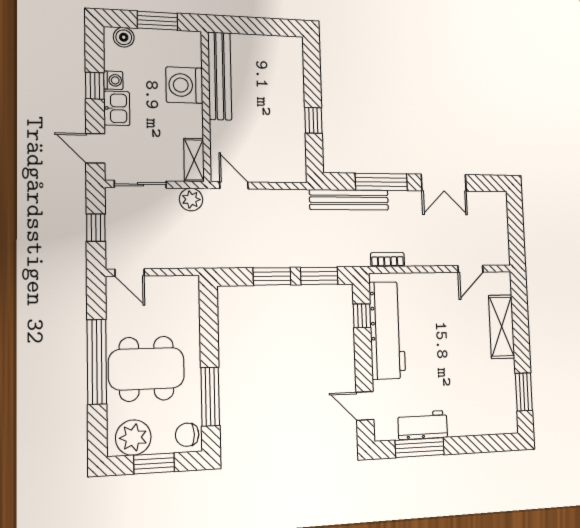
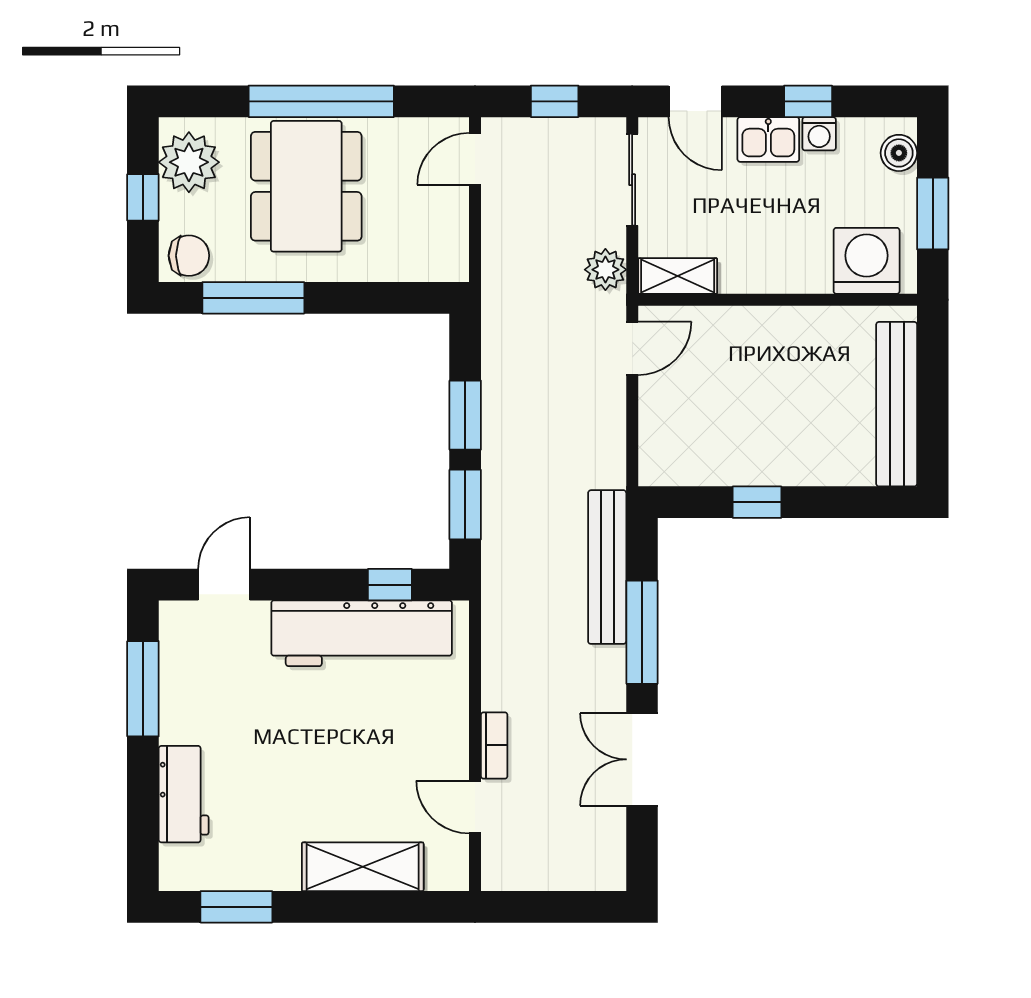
bench: (220, 76) -> (897, 404), moved, turned 90
washing machine: (184, 85) -> (867, 261), moved
door: (95, 148) -> (695, 101), swing flipped
bookcase: (387, 260) -> (494, 745), moved
workbench: (423, 425) -> (184, 794), moved
chair: (187, 435) -> (189, 256), turned 90
window: (154, 463) -> (143, 197), width x0.67

